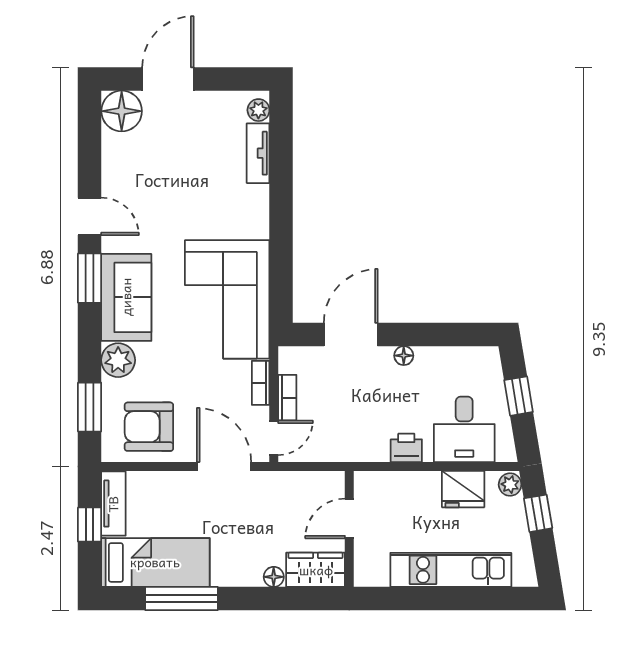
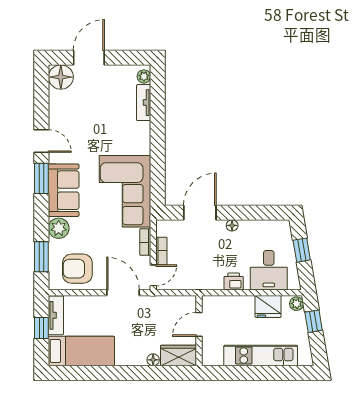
window: (181, 598) -> (97, 373), removed

